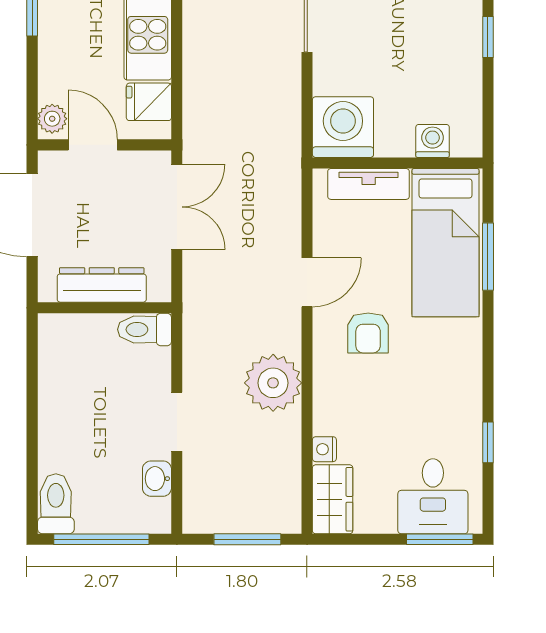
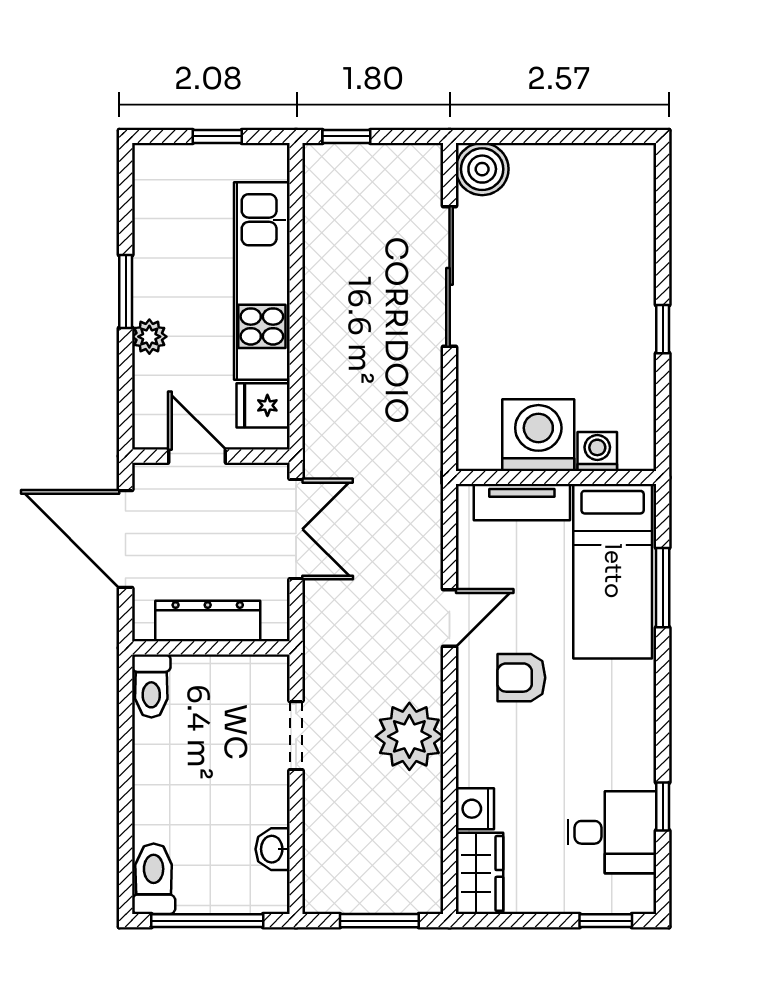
plant: (52, 119) -> (149, 337), moved
washing machine: (343, 127) -> (538, 435), moved
toilet: (145, 329) -> (151, 686), moved, turned -90
armchair: (368, 333) -> (521, 678), turned 90
doorway: (177, 422) -> (296, 736), moved
nightstand: (324, 449) -> (475, 809), width x1.39, depth x1.35
desk: (433, 496) -> (612, 832), moved, turned -90
window: (440, 539) -> (606, 921), width x0.67

